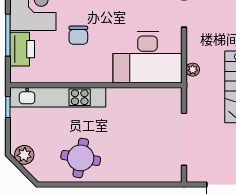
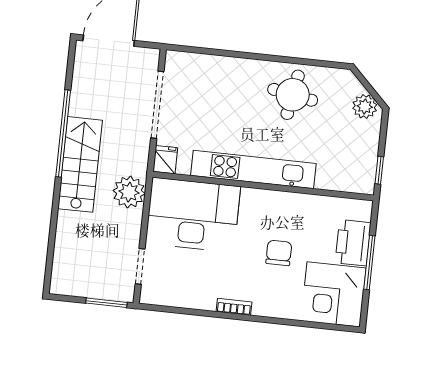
plant: (193, 70) -> (129, 192), width x1.87, depth x1.87
kitchen unit: (58, 97) -> (253, 170), moved
fridge: (173, 98) -> (165, 160), added

